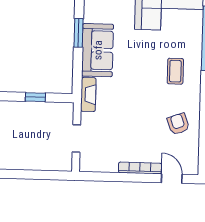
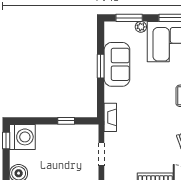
sofa: (98, 50) -> (117, 64), moved

